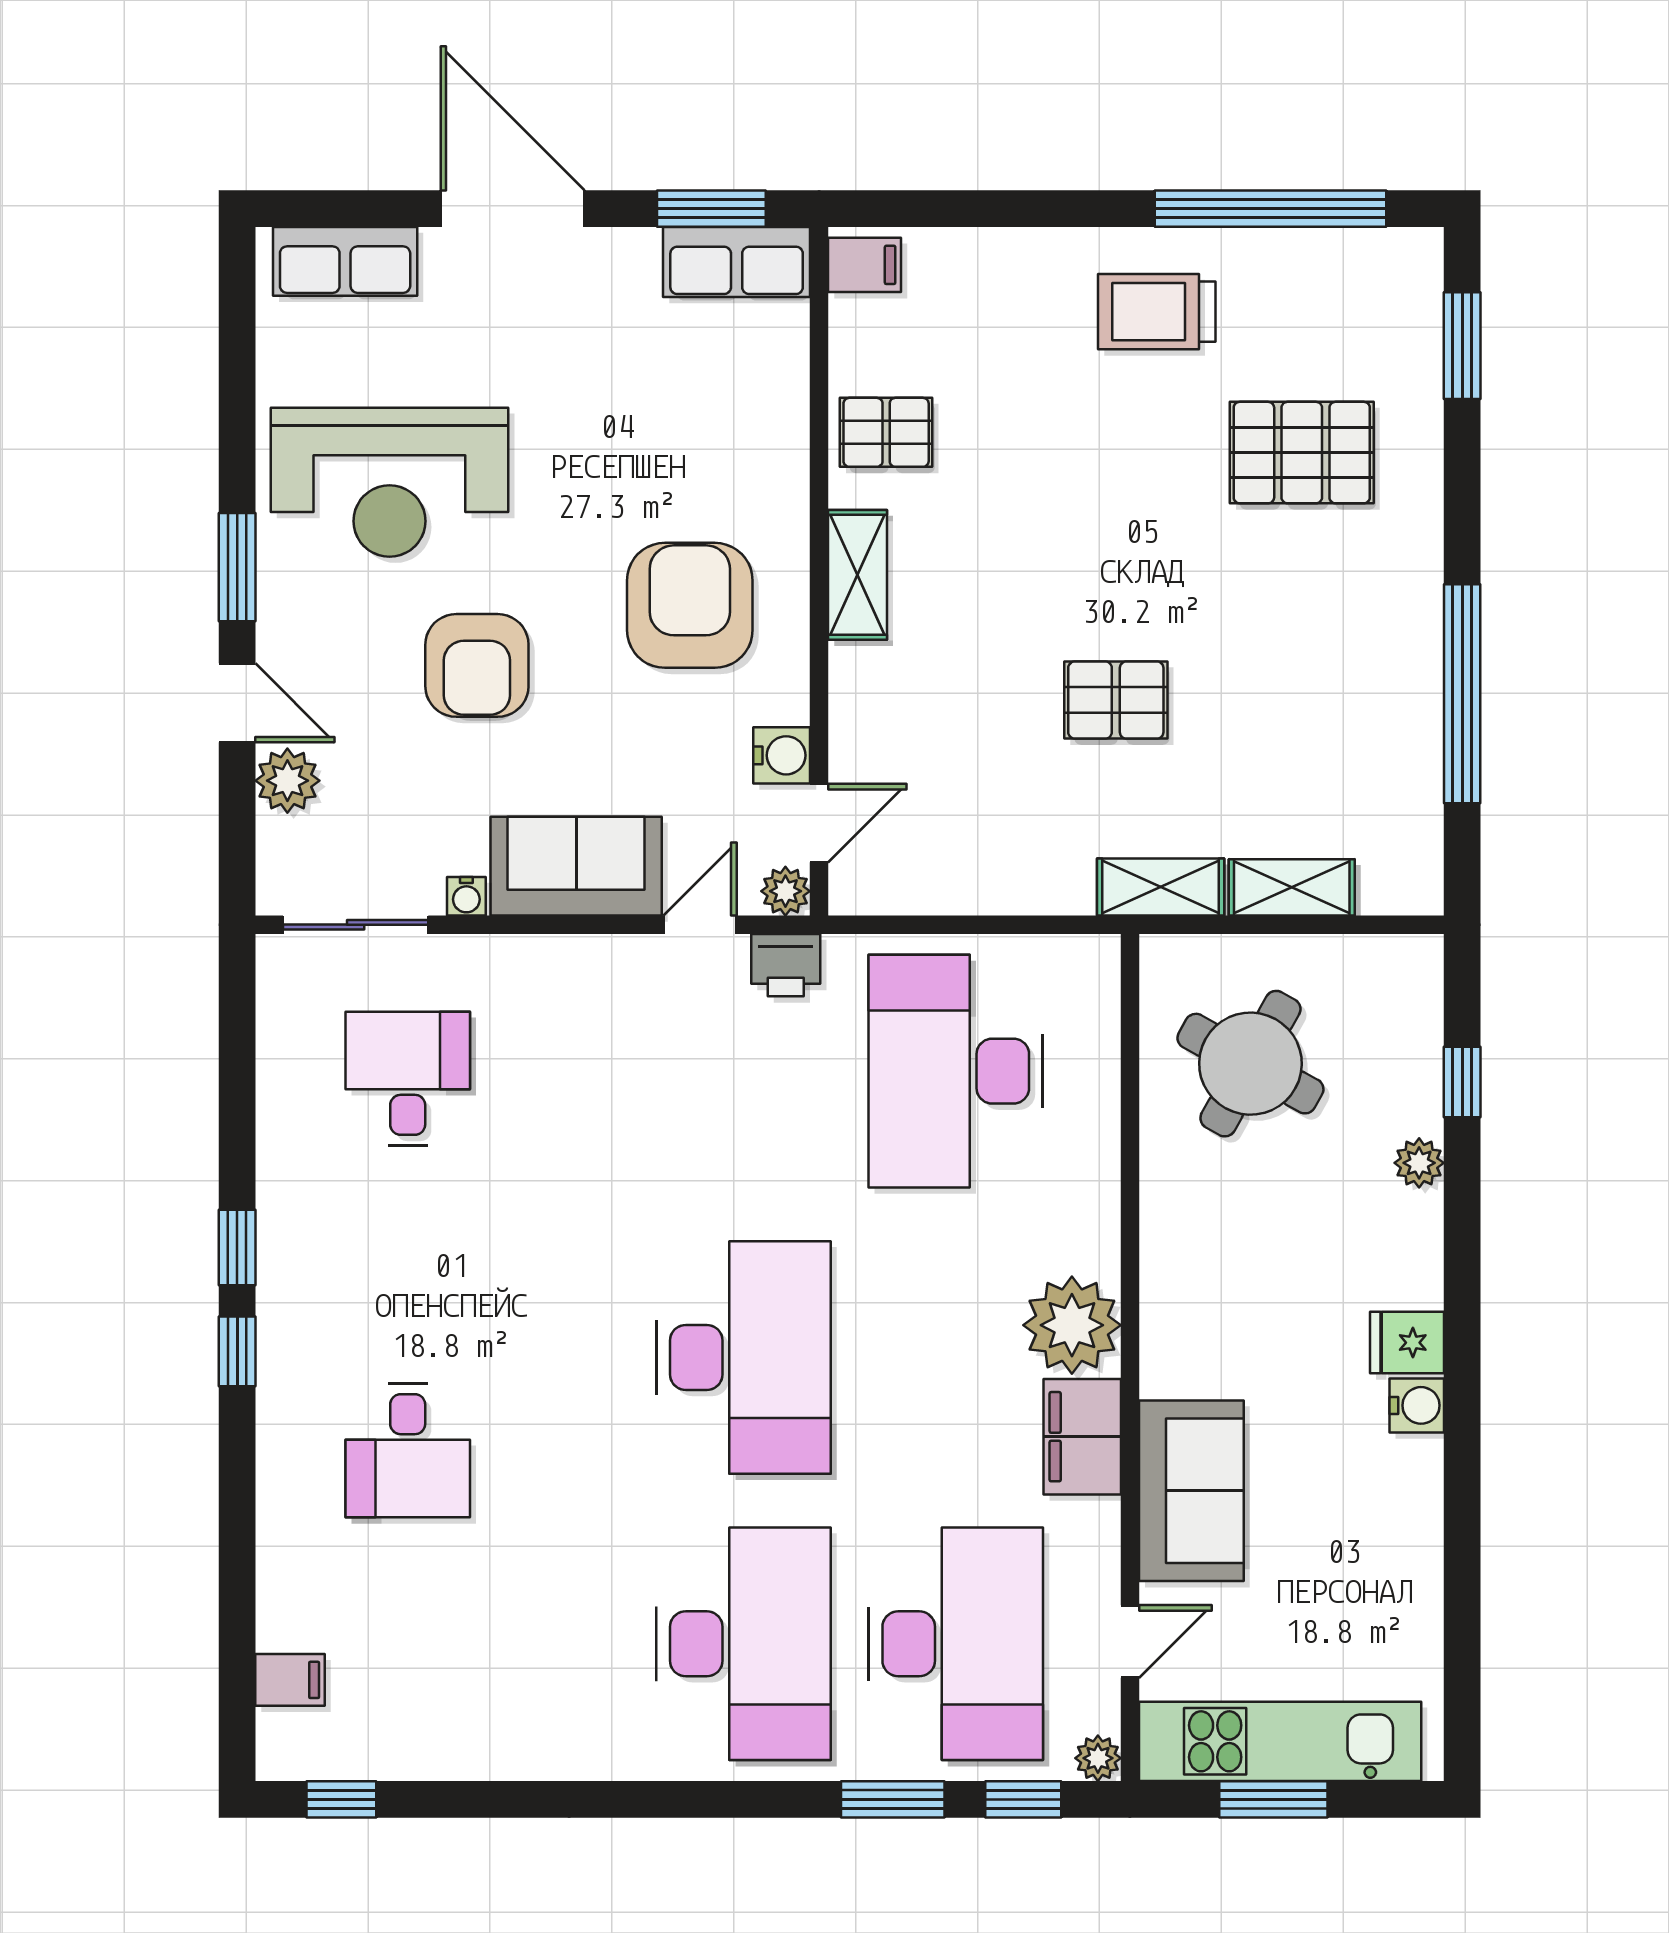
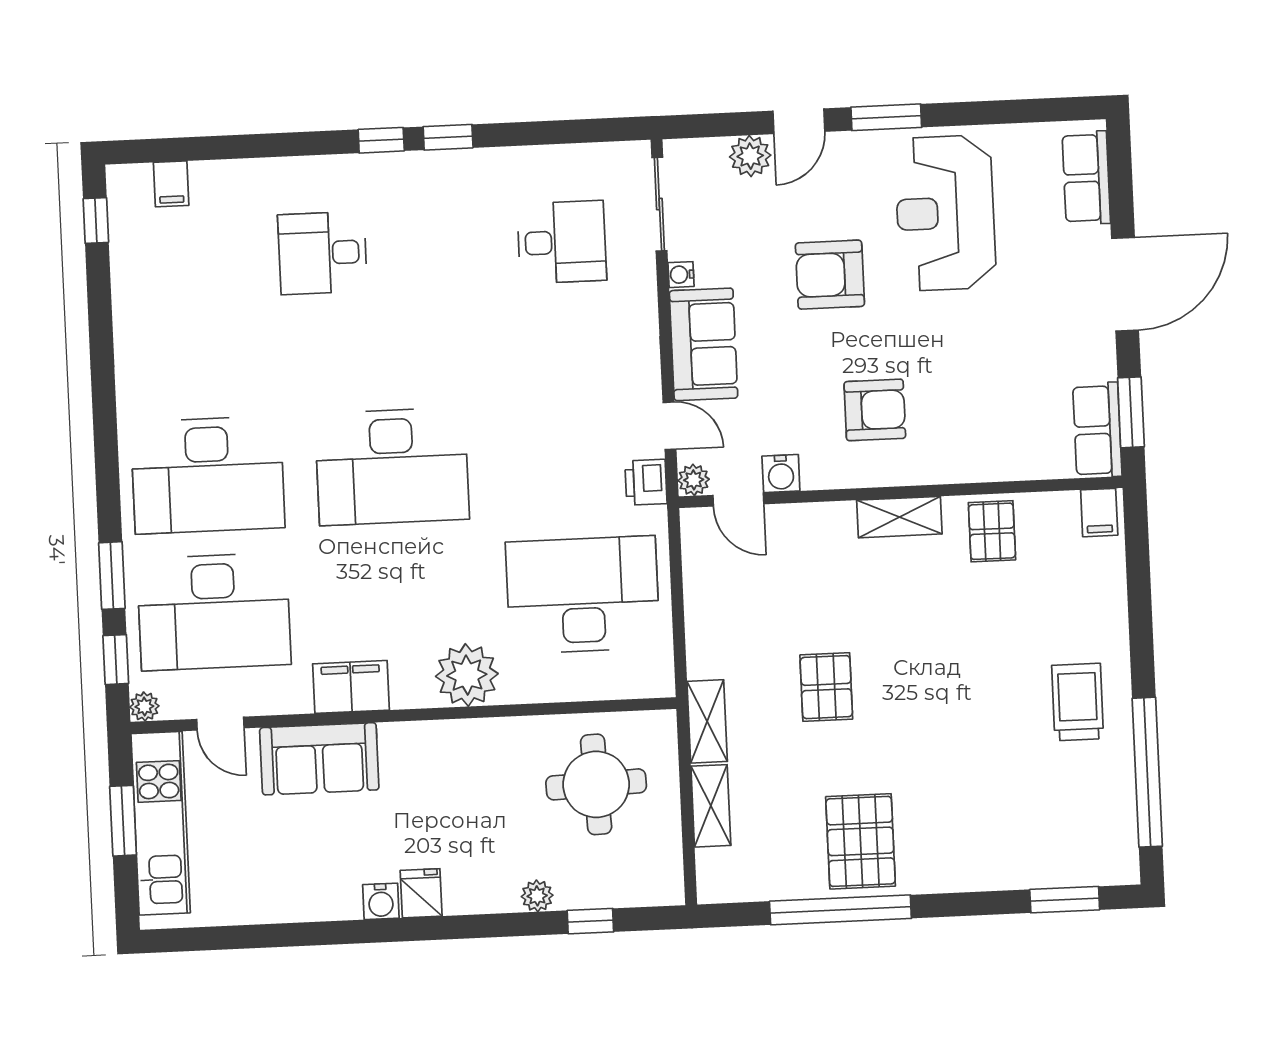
pallet: (1302, 453) -> (861, 841), moved
armchair: (690, 605) -> (875, 410), width x0.73, depth x0.73
round table: (1250, 1064) -> (596, 784), turned -31
plant: (1072, 1325) -> (467, 675), moved

